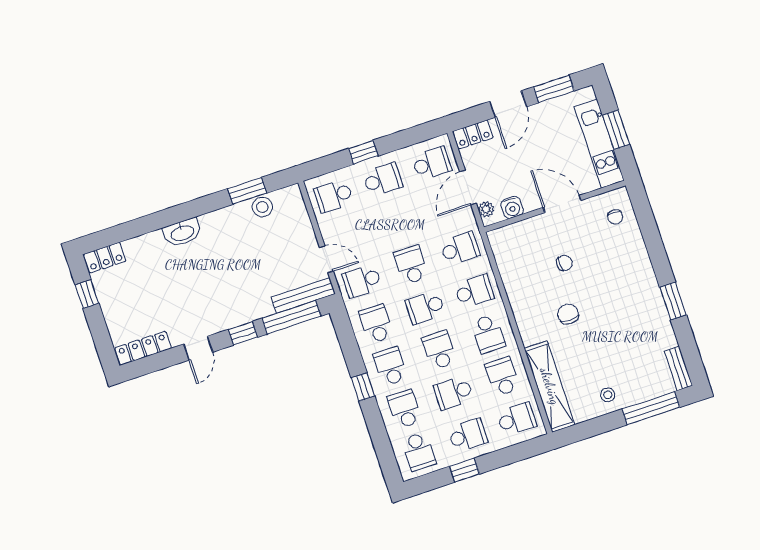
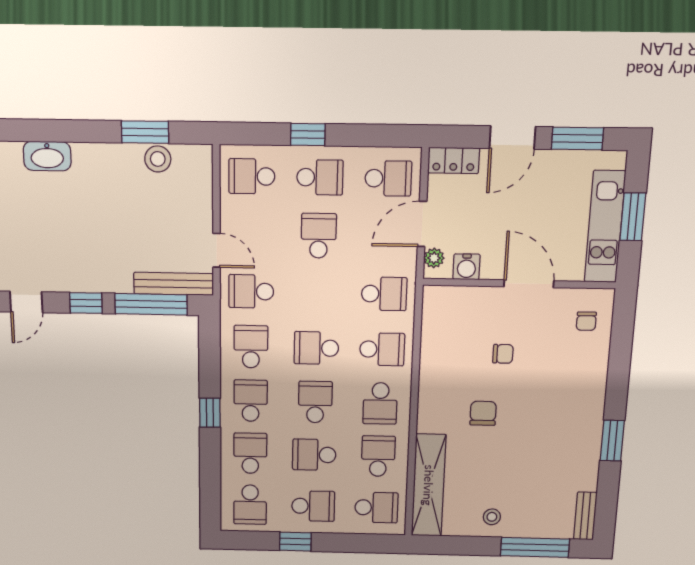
school desk: (411, 265) -> (319, 236), moved

